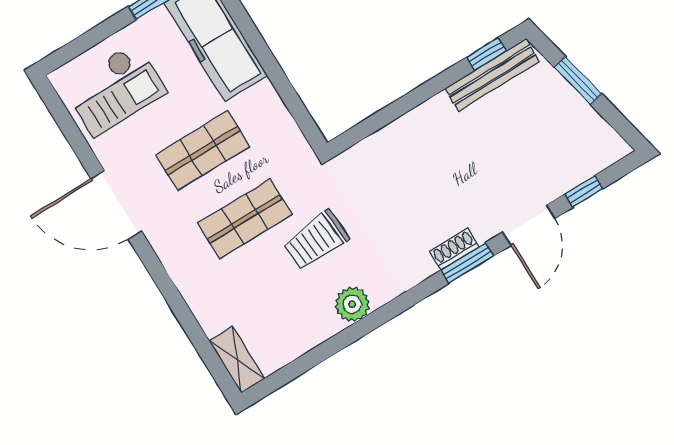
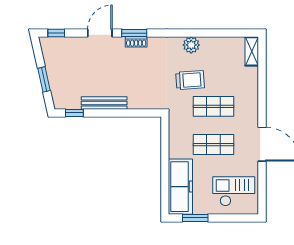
bench: (492, 75) -> (104, 103), moved
window: (584, 191) -> (56, 33), moved

